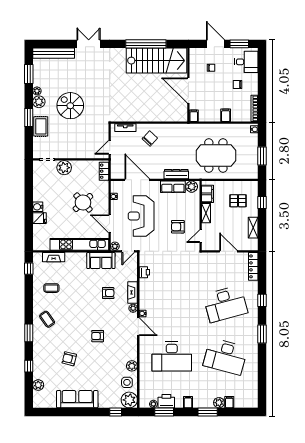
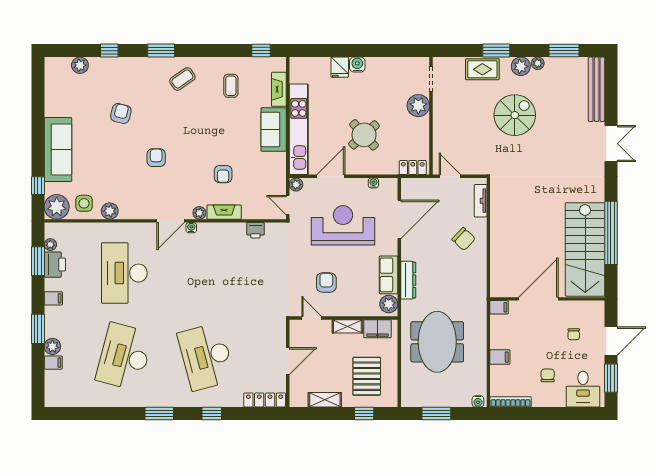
pallet: (238, 201) -> (367, 376), width x1.50, depth x1.42
sofa: (101, 261) -> (274, 129), moved
sofa: (77, 399) -> (58, 149), moved

